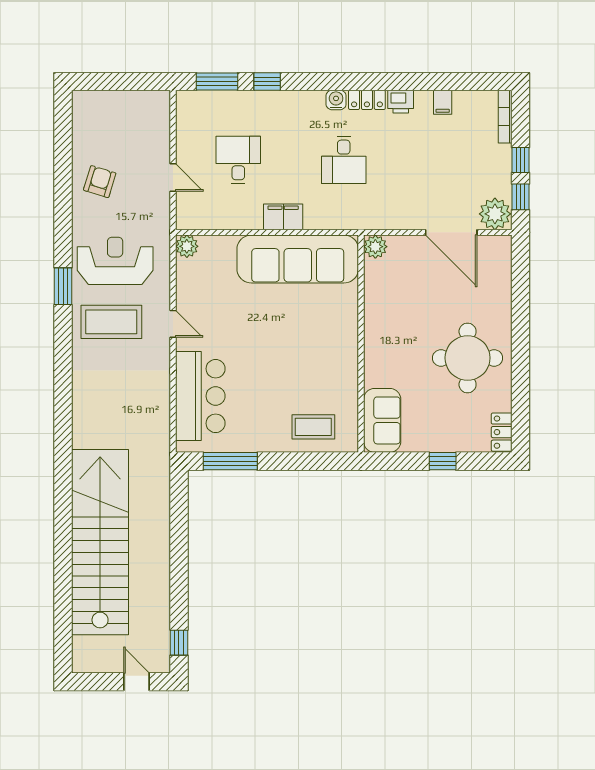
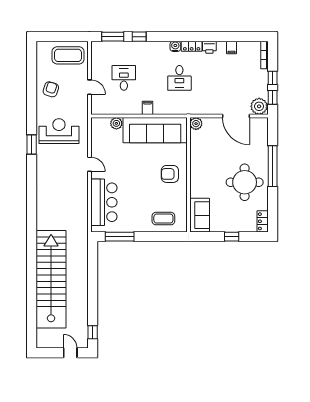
filing cabinet: (283, 217) -> (147, 108), width x0.50
plant: (187, 246) -> (116, 123), moved
coffee table: (111, 322) -> (68, 55), moved
window: (521, 327) -> (273, 166), added
armchair: (326, 342) -> (170, 174), added

